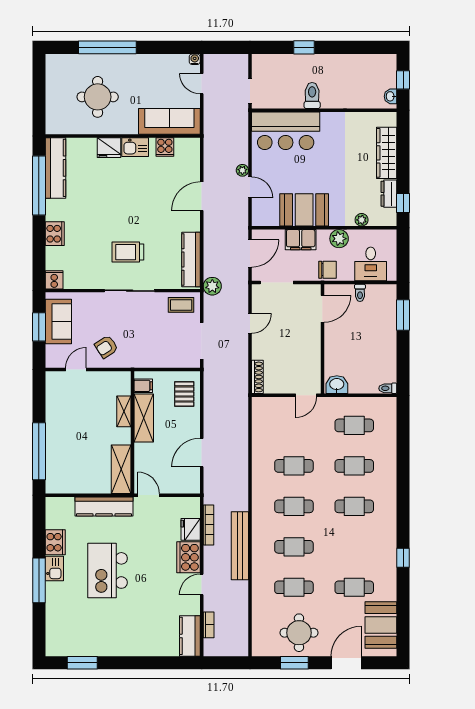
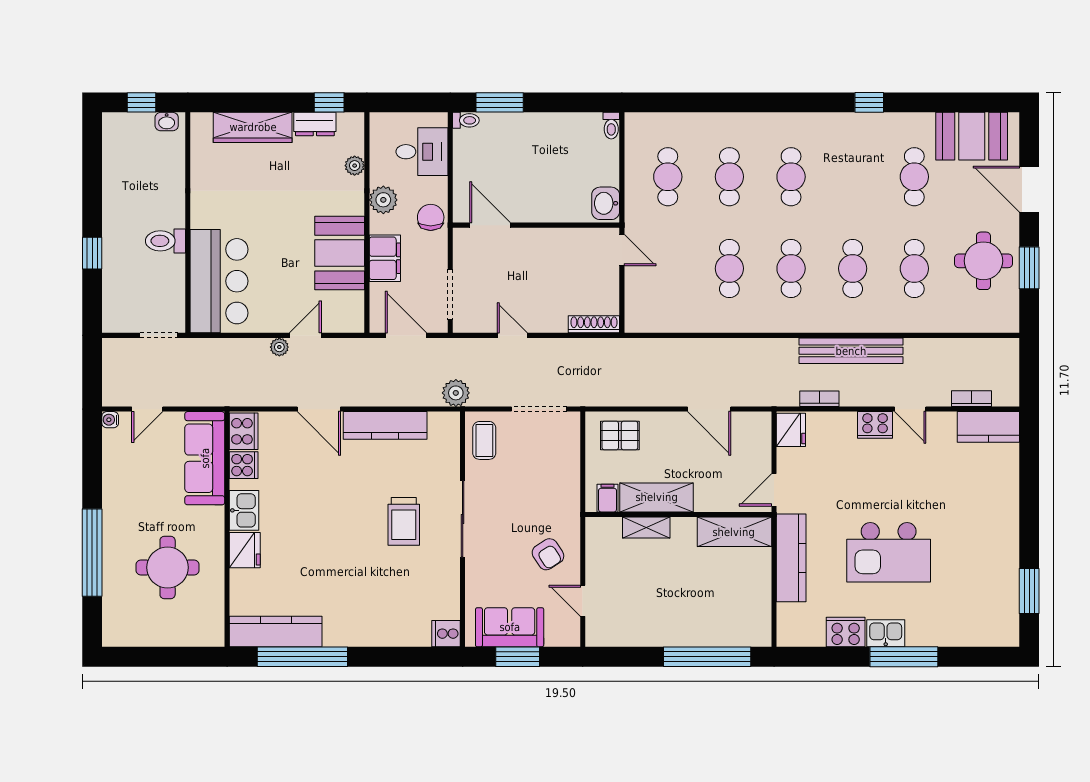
cooker: (55, 234) -> (244, 431), moved, turned 90
kitchen counter: (191, 260) -> (385, 425), moved
toilet: (360, 293) -> (466, 120), moved
bookcase: (208, 525) -> (819, 399), width x0.64
fridge: (191, 529) -> (791, 430), moved, turned -90
cooker: (189, 557) -> (875, 425), width x0.73, depth x0.76

